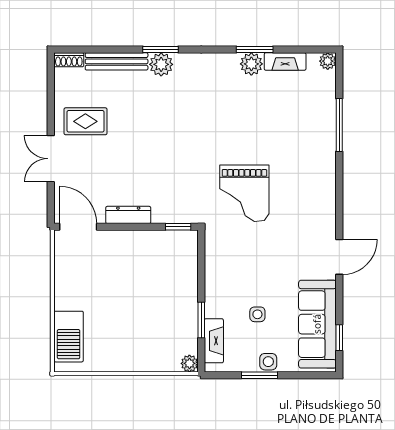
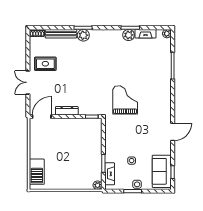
grand piano: (244, 193) -> (125, 100), turned 180
door: (78, 227) -> (42, 117), hinge flipped
sofa: (317, 324) -> (162, 171), width x0.73

